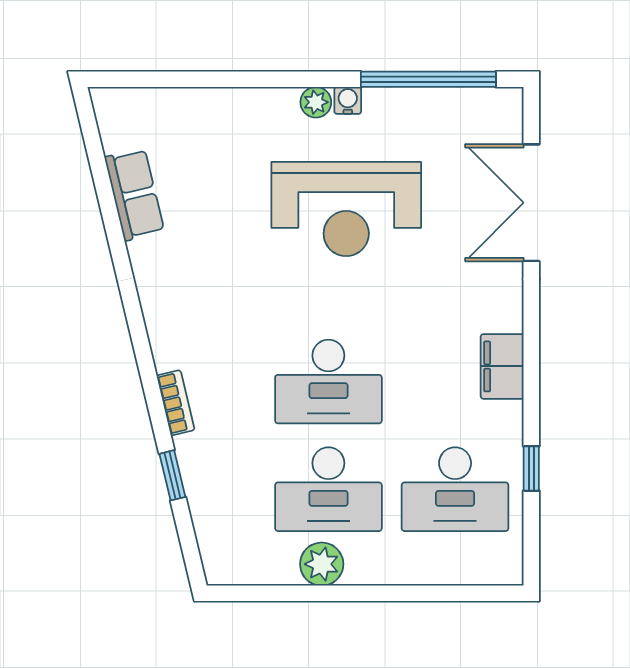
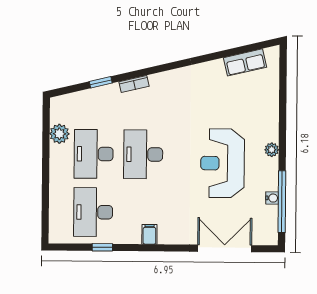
water cooler: (348, 100) -> (272, 198), moved
row of seats: (134, 194) -> (245, 62), moved
filing cabinet: (502, 366) -> (149, 234), width x0.50
plant: (322, 564) -> (59, 134), moved

